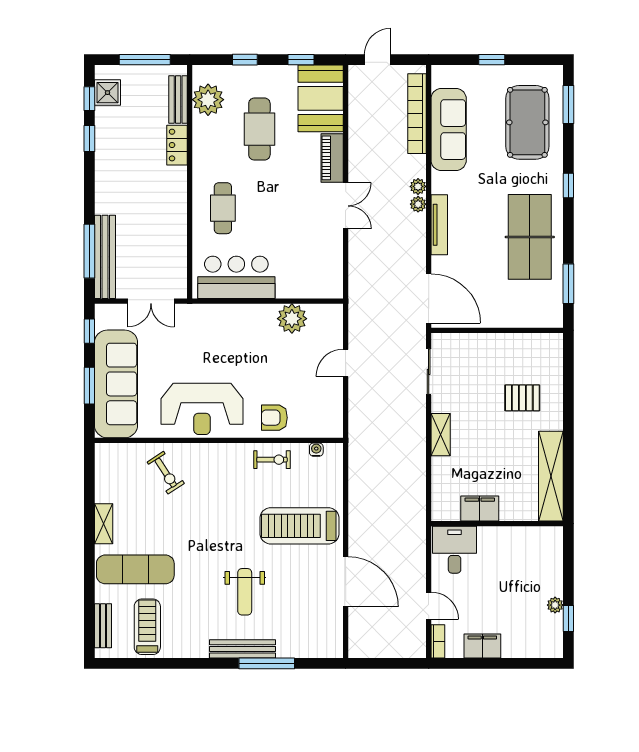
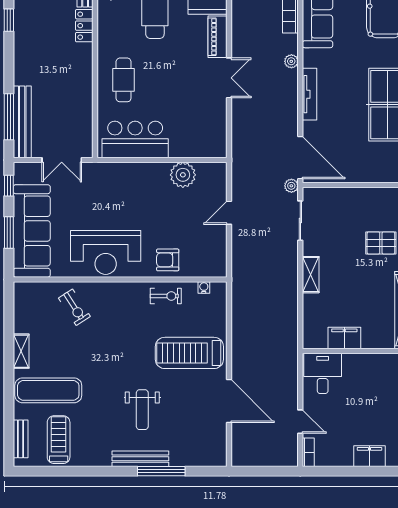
plant: (418, 204) -> (291, 186), moved
filing cabinet: (482, 646) -> (369, 456), moved

